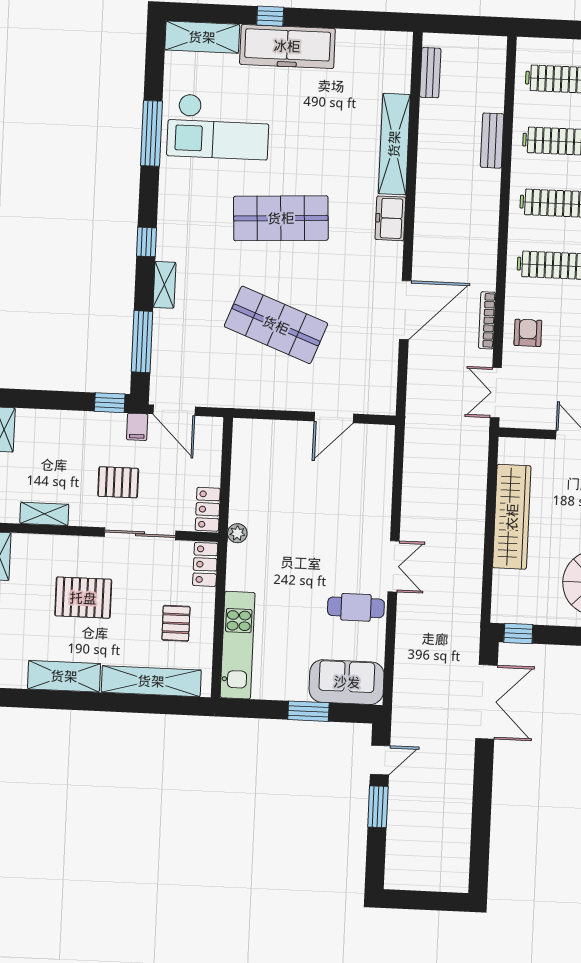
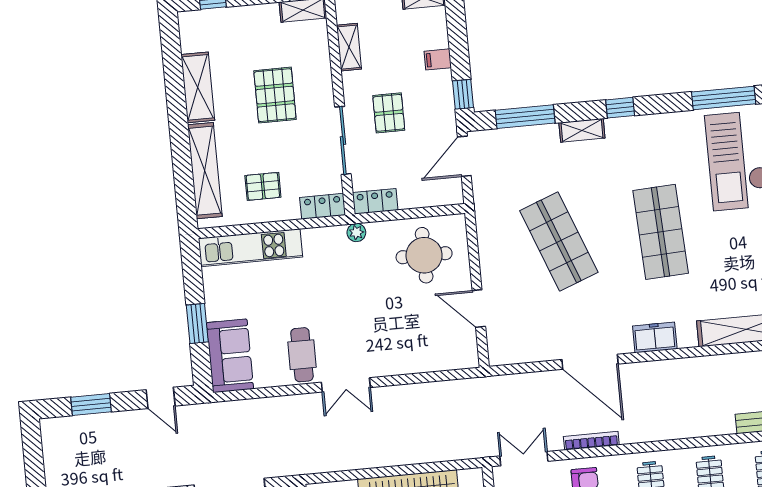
freezer: (390, 218) -> (655, 337), moved
shop shelf: (276, 325) -> (559, 241), turned -42
filing cabinet: (137, 427) -> (438, 59), moved
round table: (271, 466) -> (424, 255), added
window: (378, 807) -> (91, 404), moved

